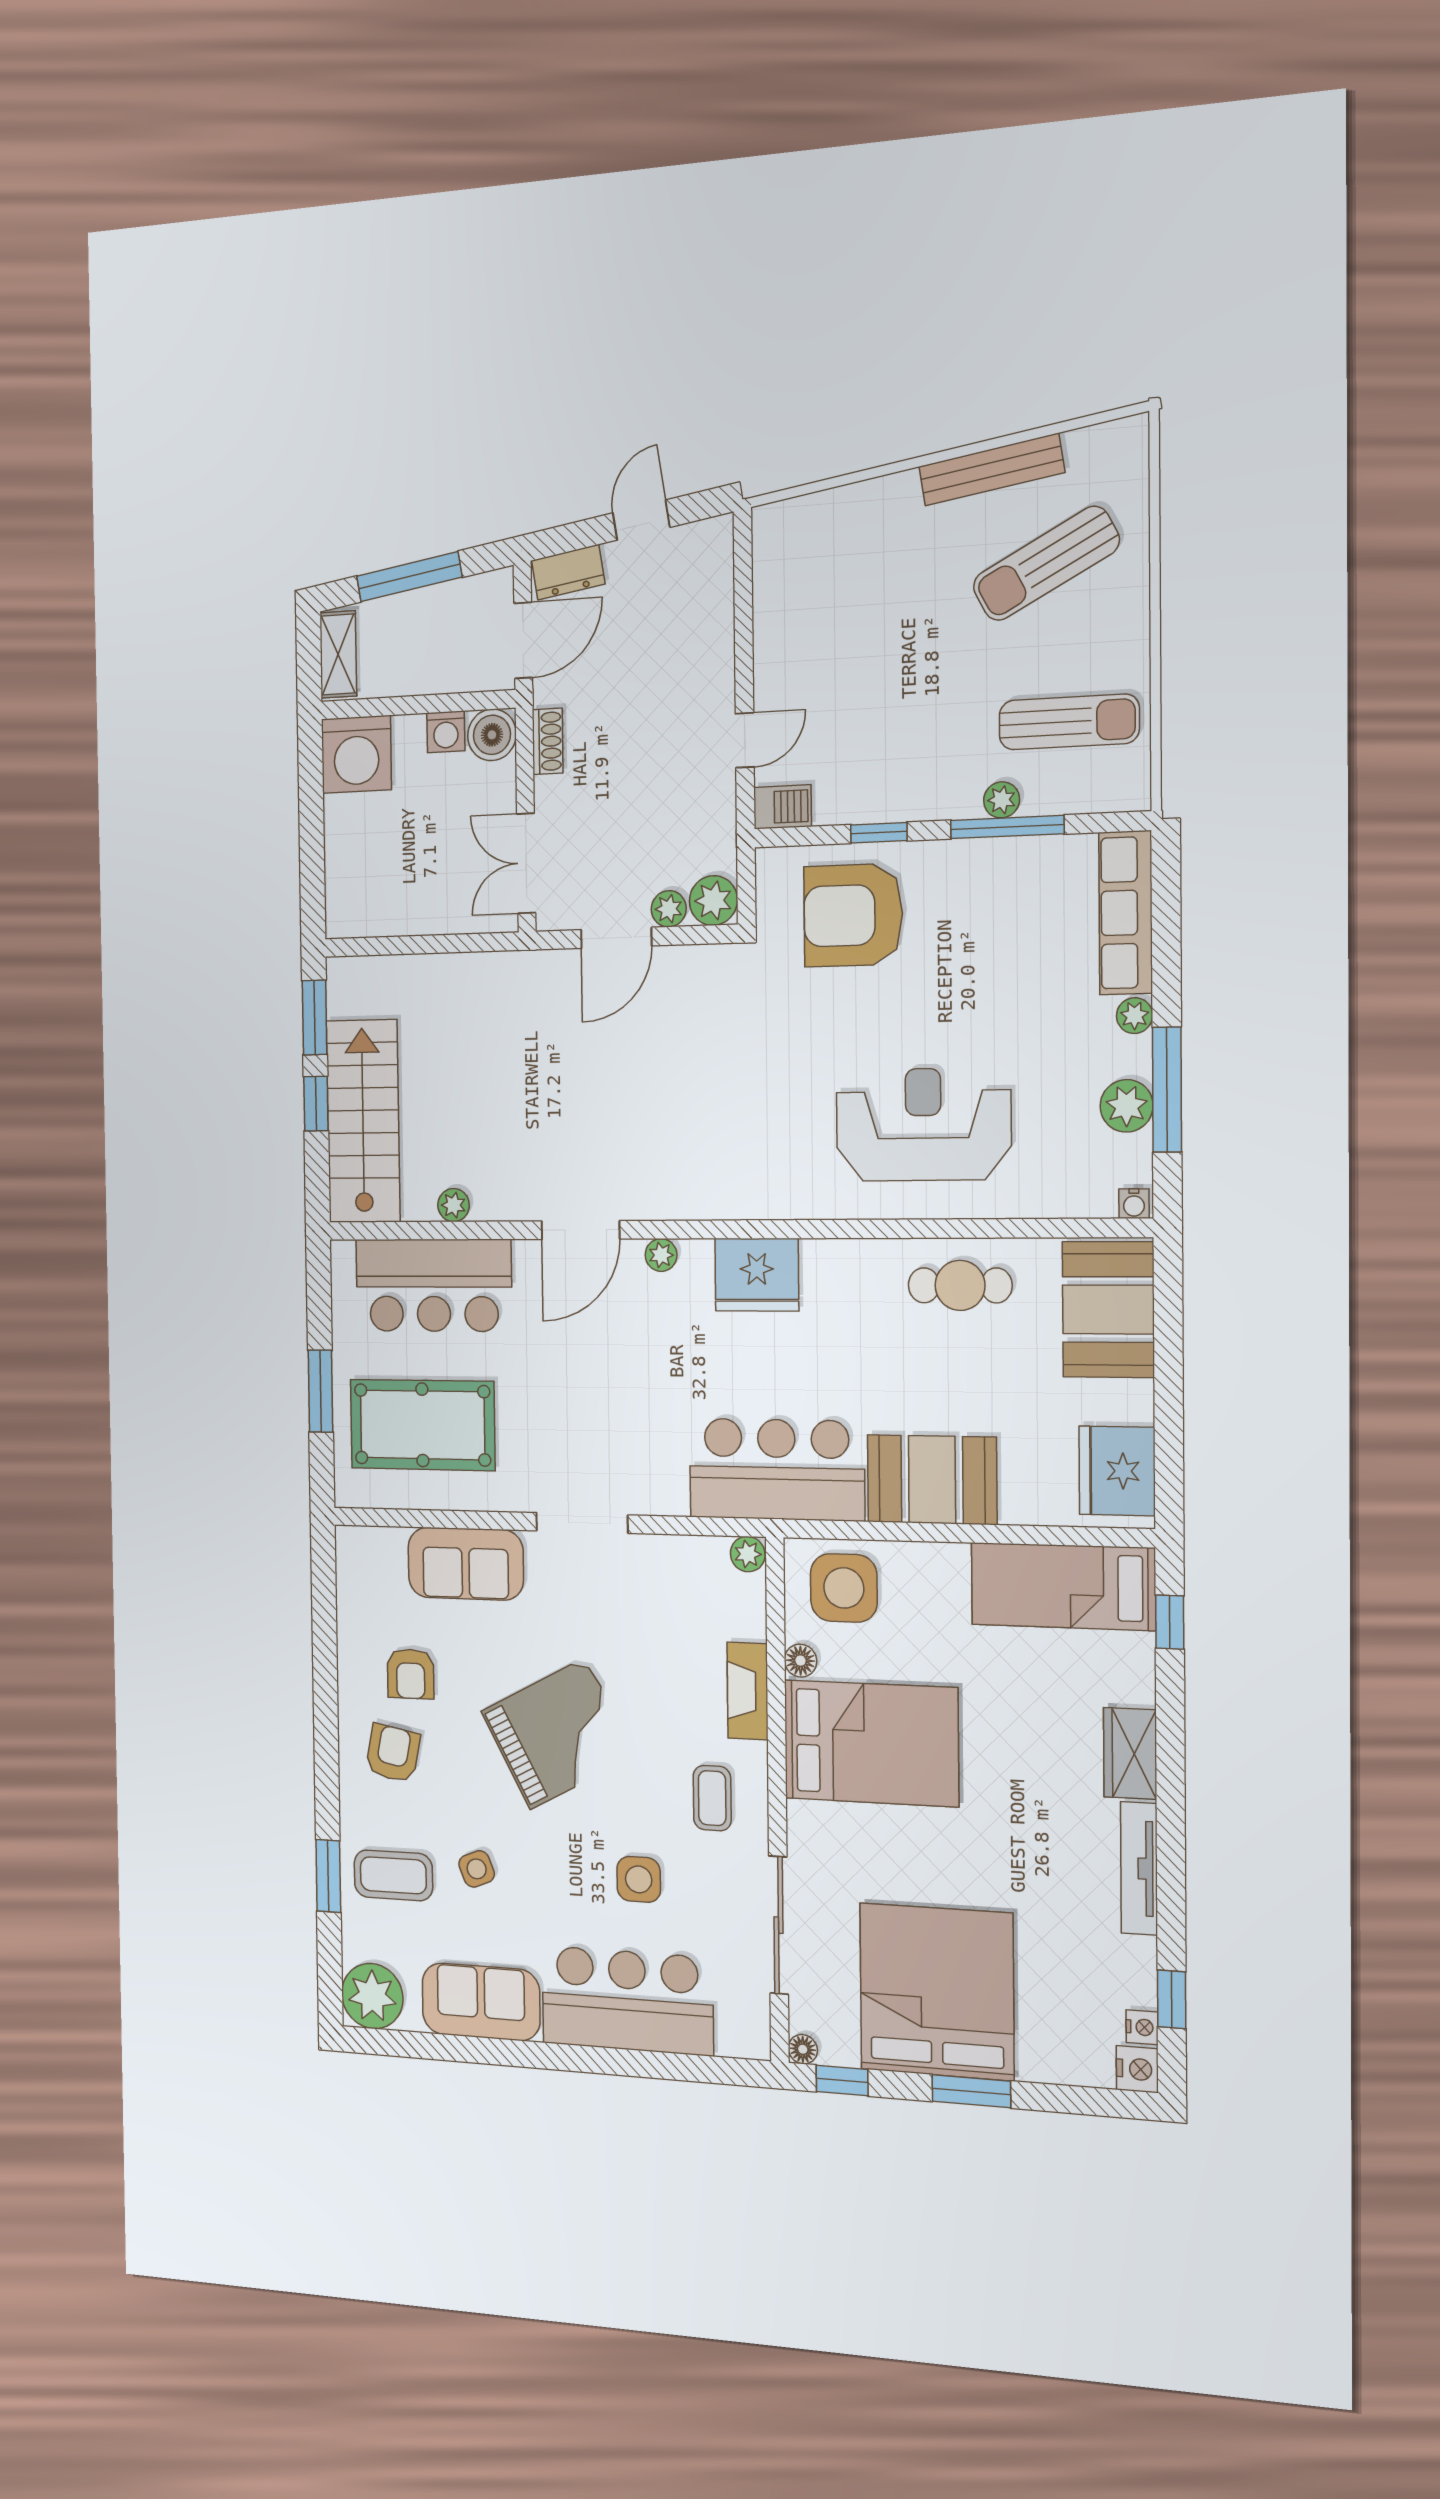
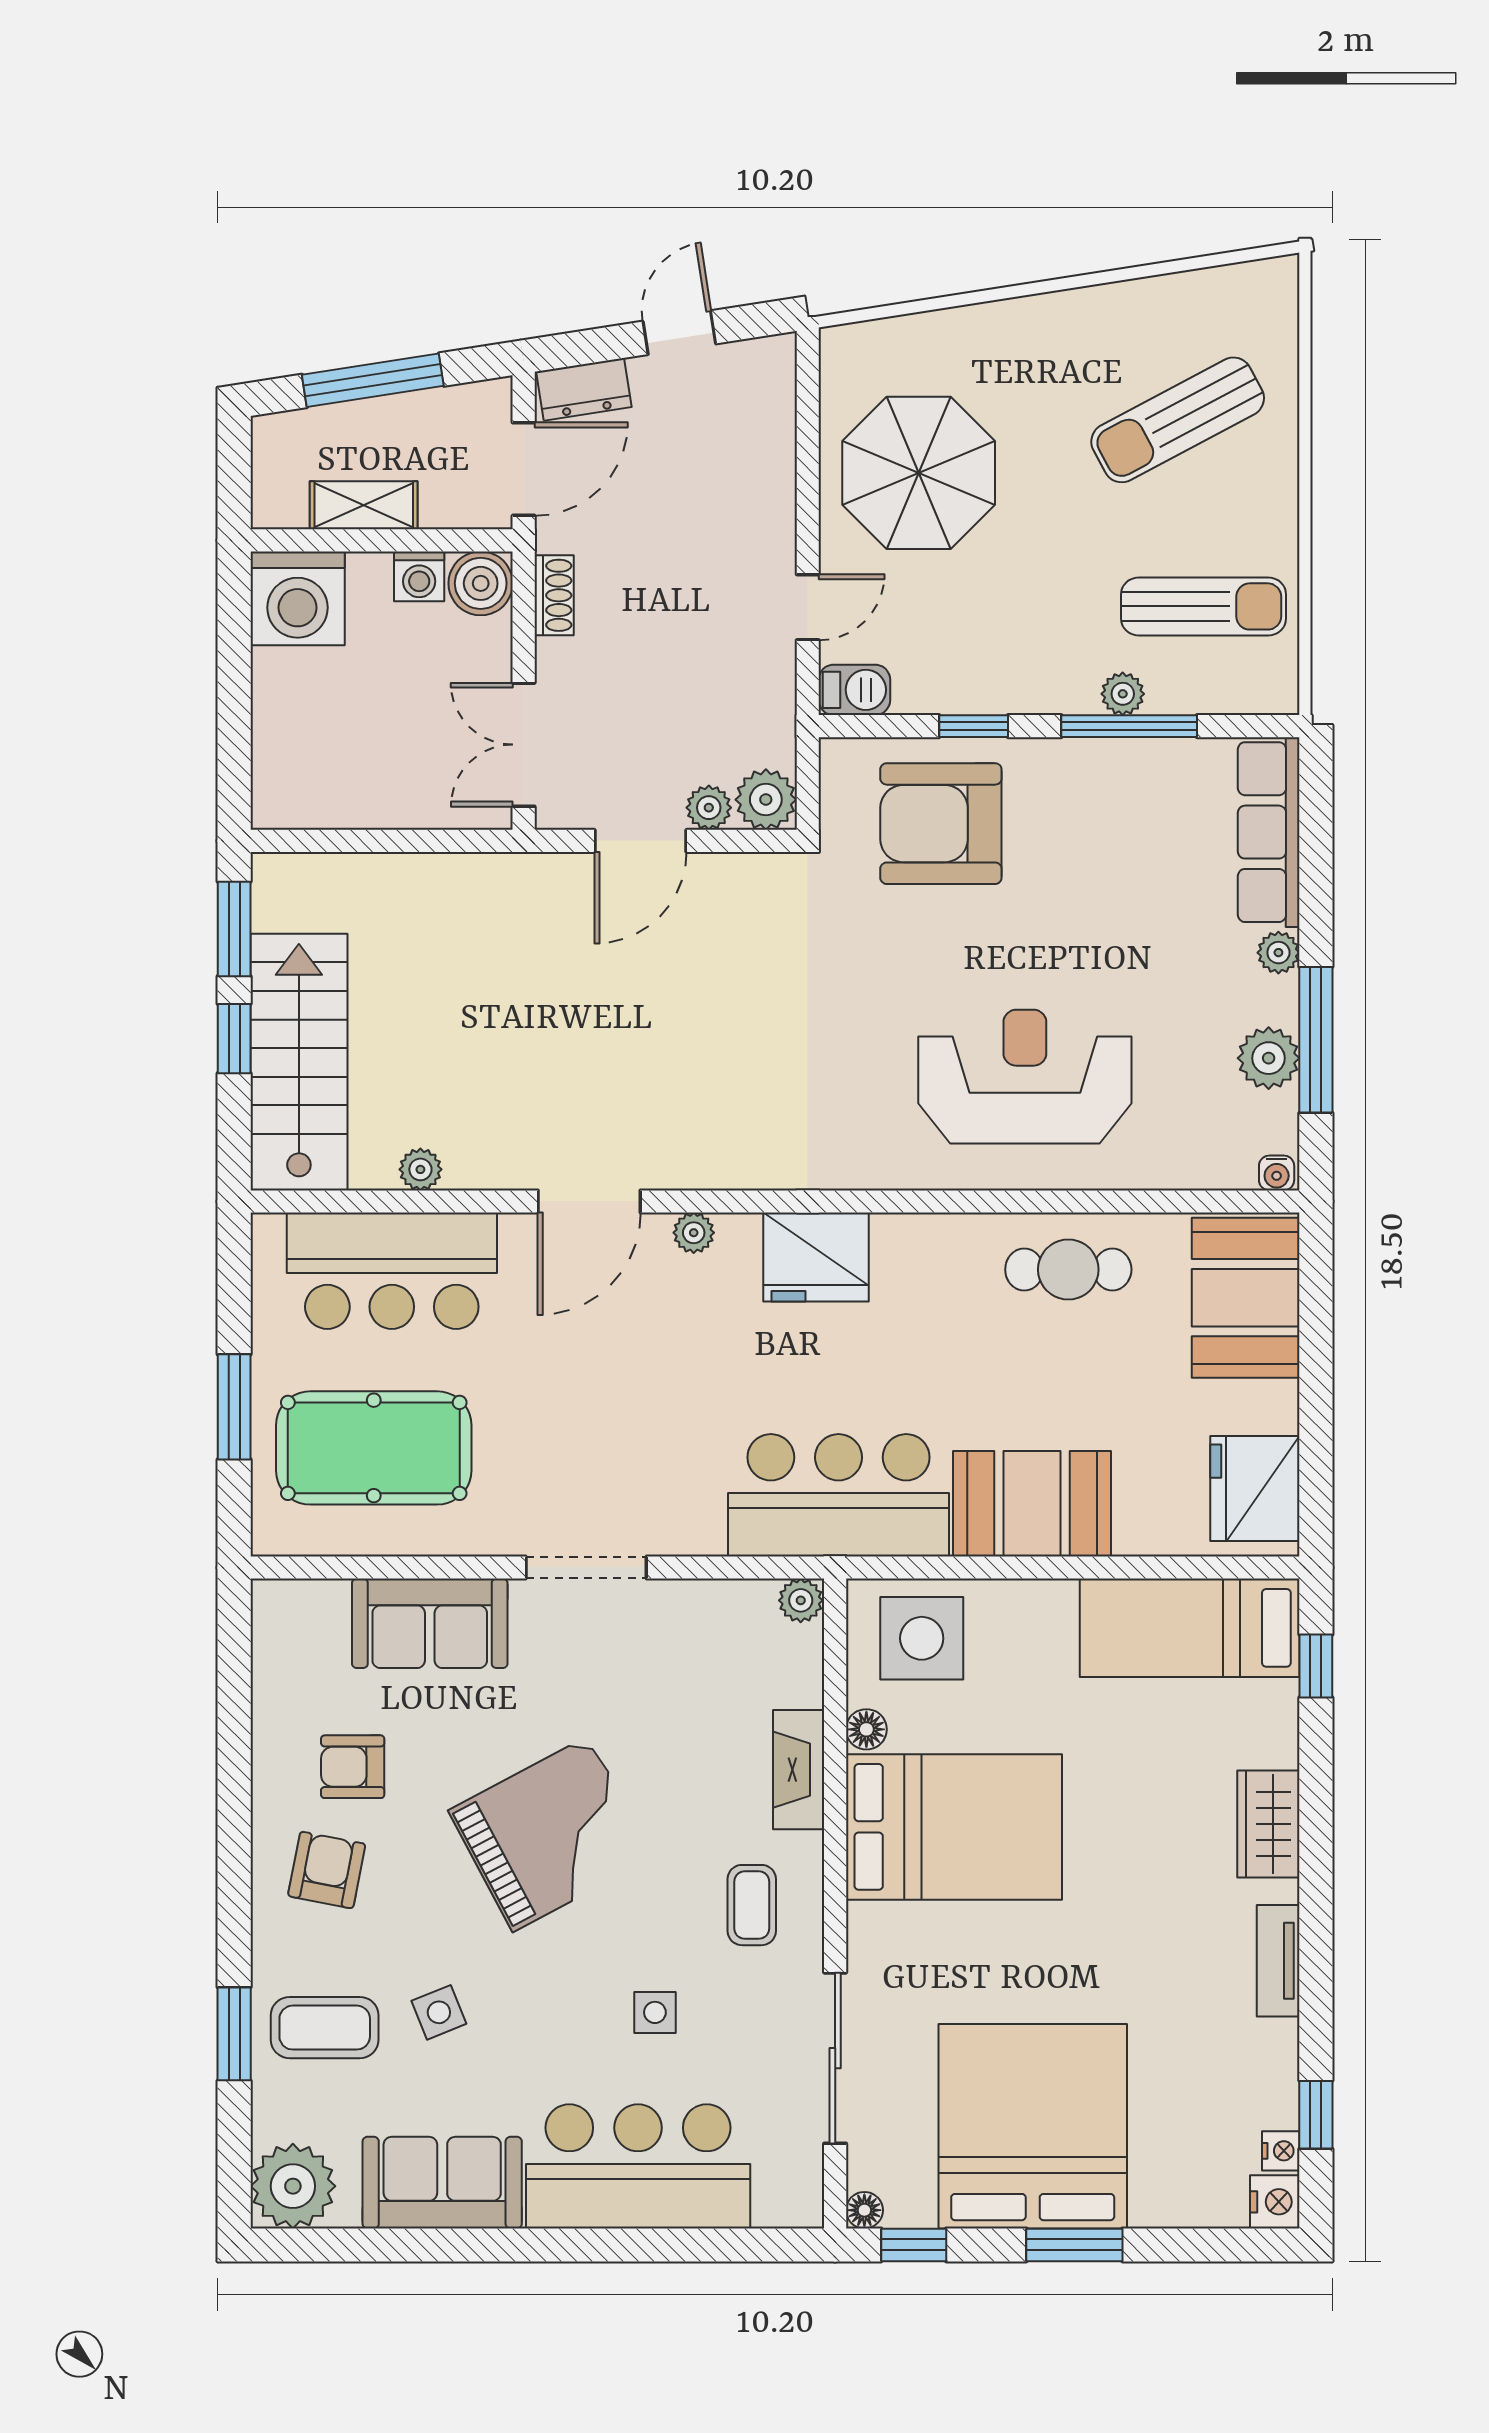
bench: (992, 469) -> (1114, 306), removed
parasol: (832, 623) -> (919, 473), added
shelving: (338, 654) -> (364, 505), moved, turned 90
armchair: (411, 1674) -> (353, 1767), turned 90
tv unit: (1139, 1868) -> (1278, 1961), width x0.71
side table: (639, 1879) -> (655, 2012), width x0.73, depth x0.73

